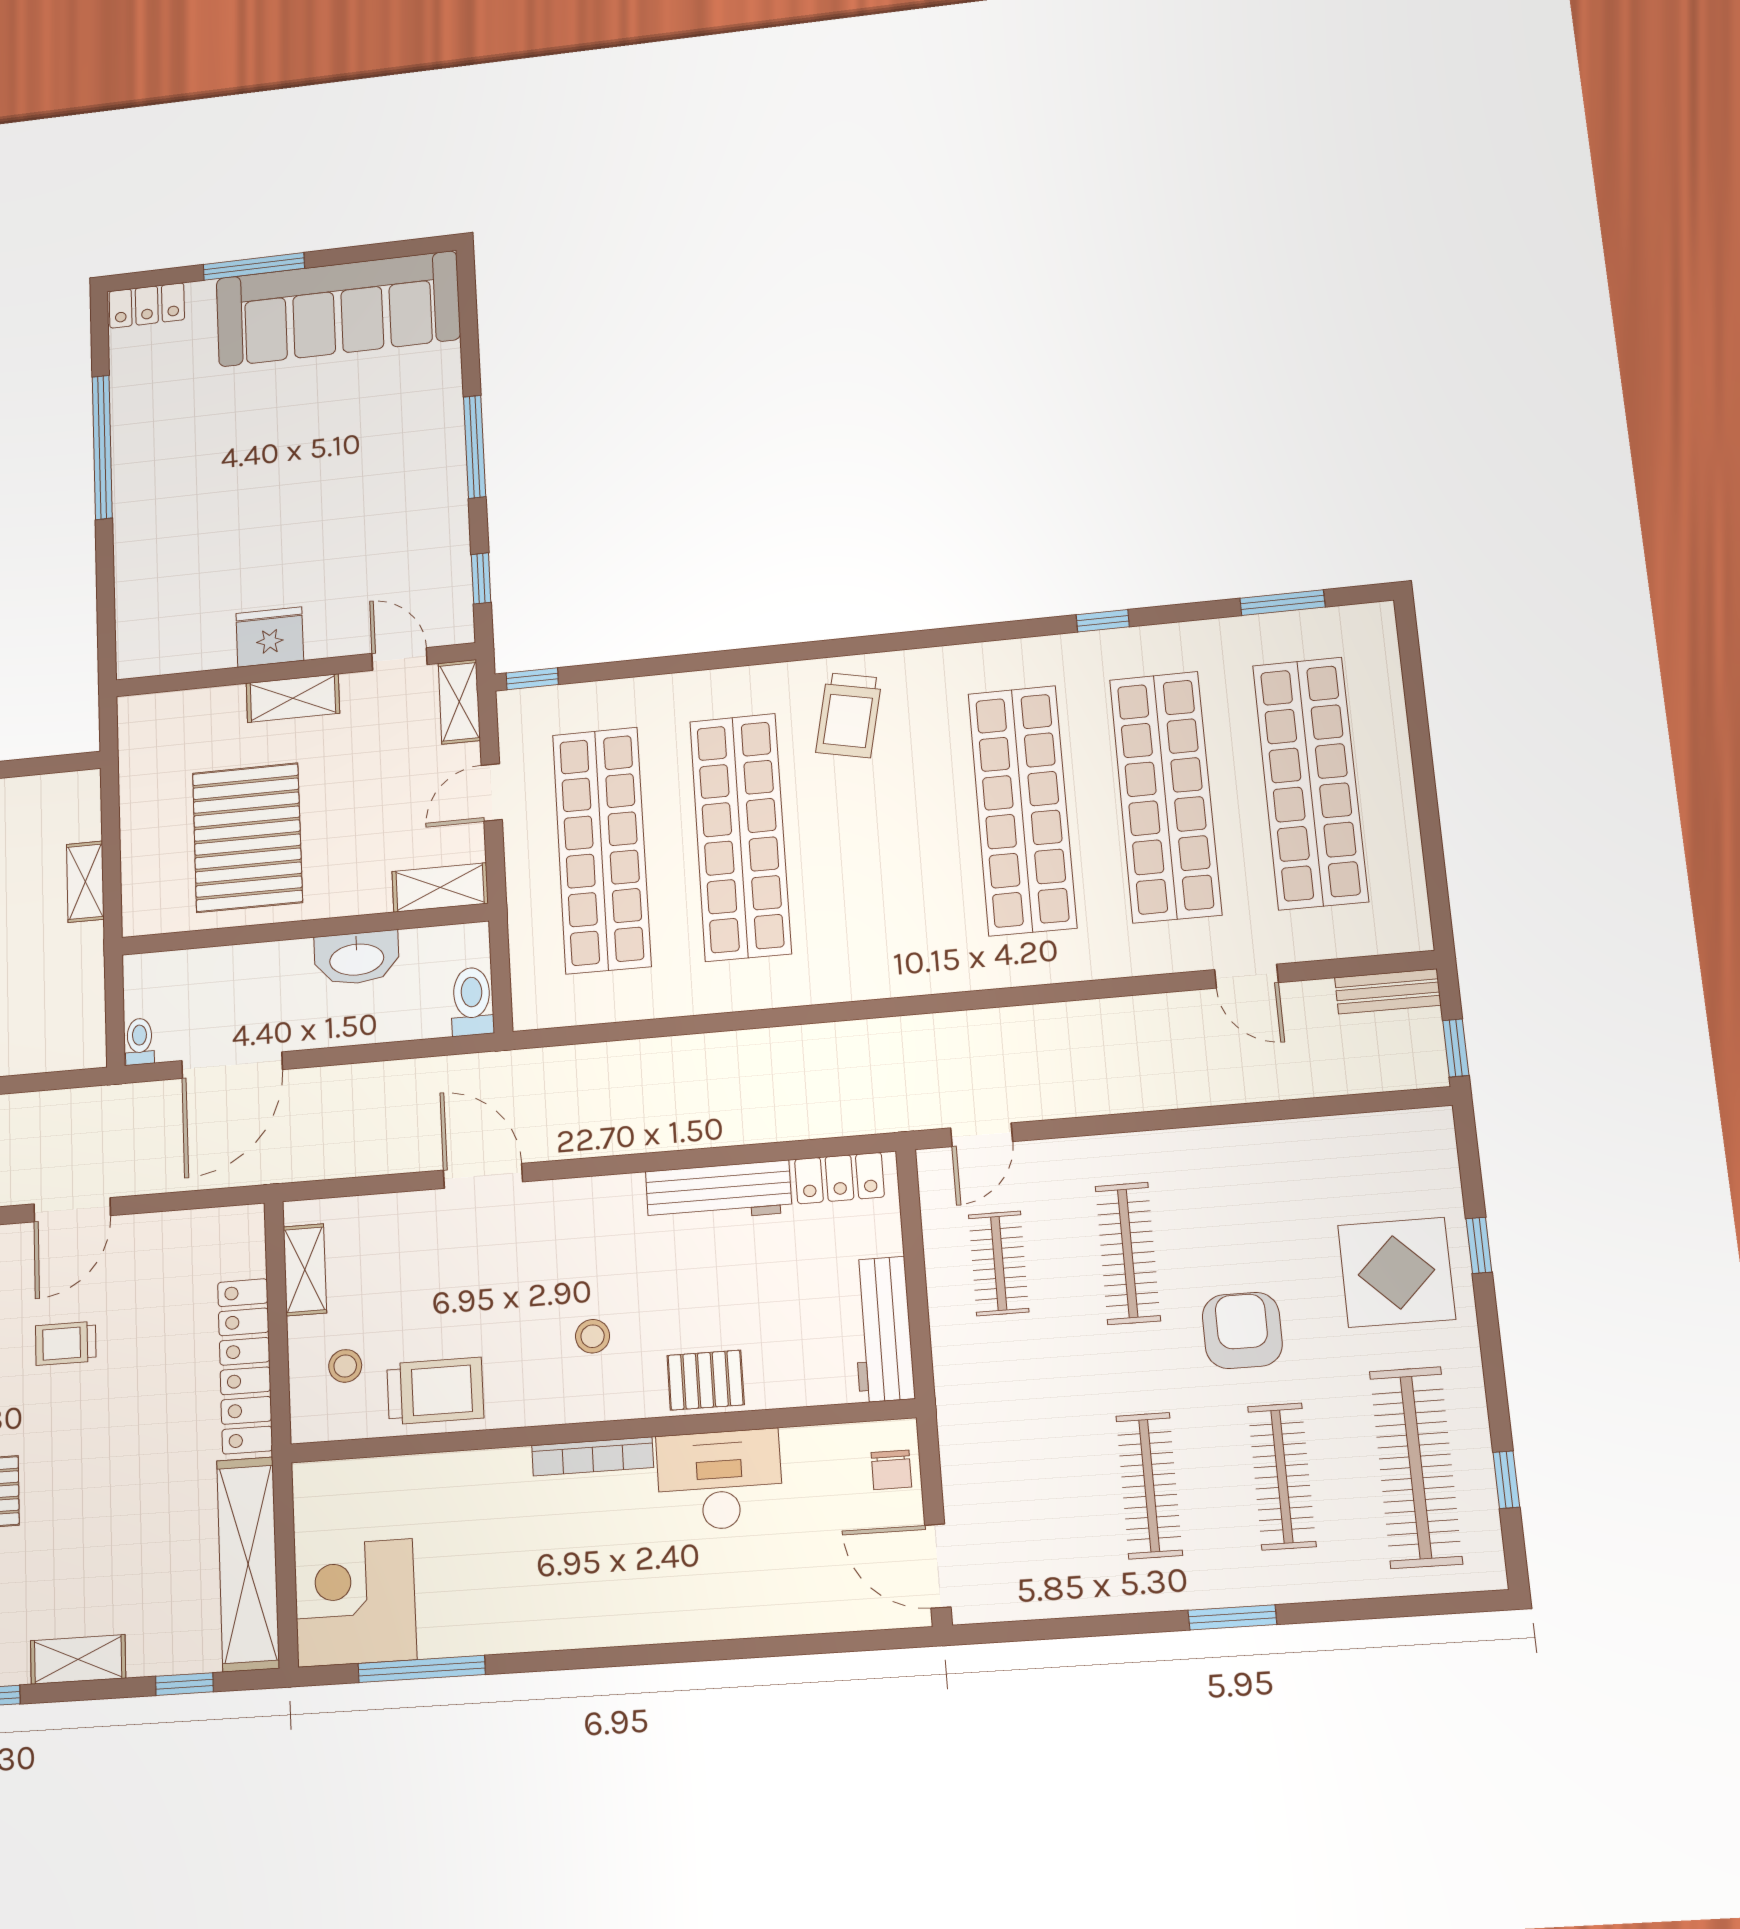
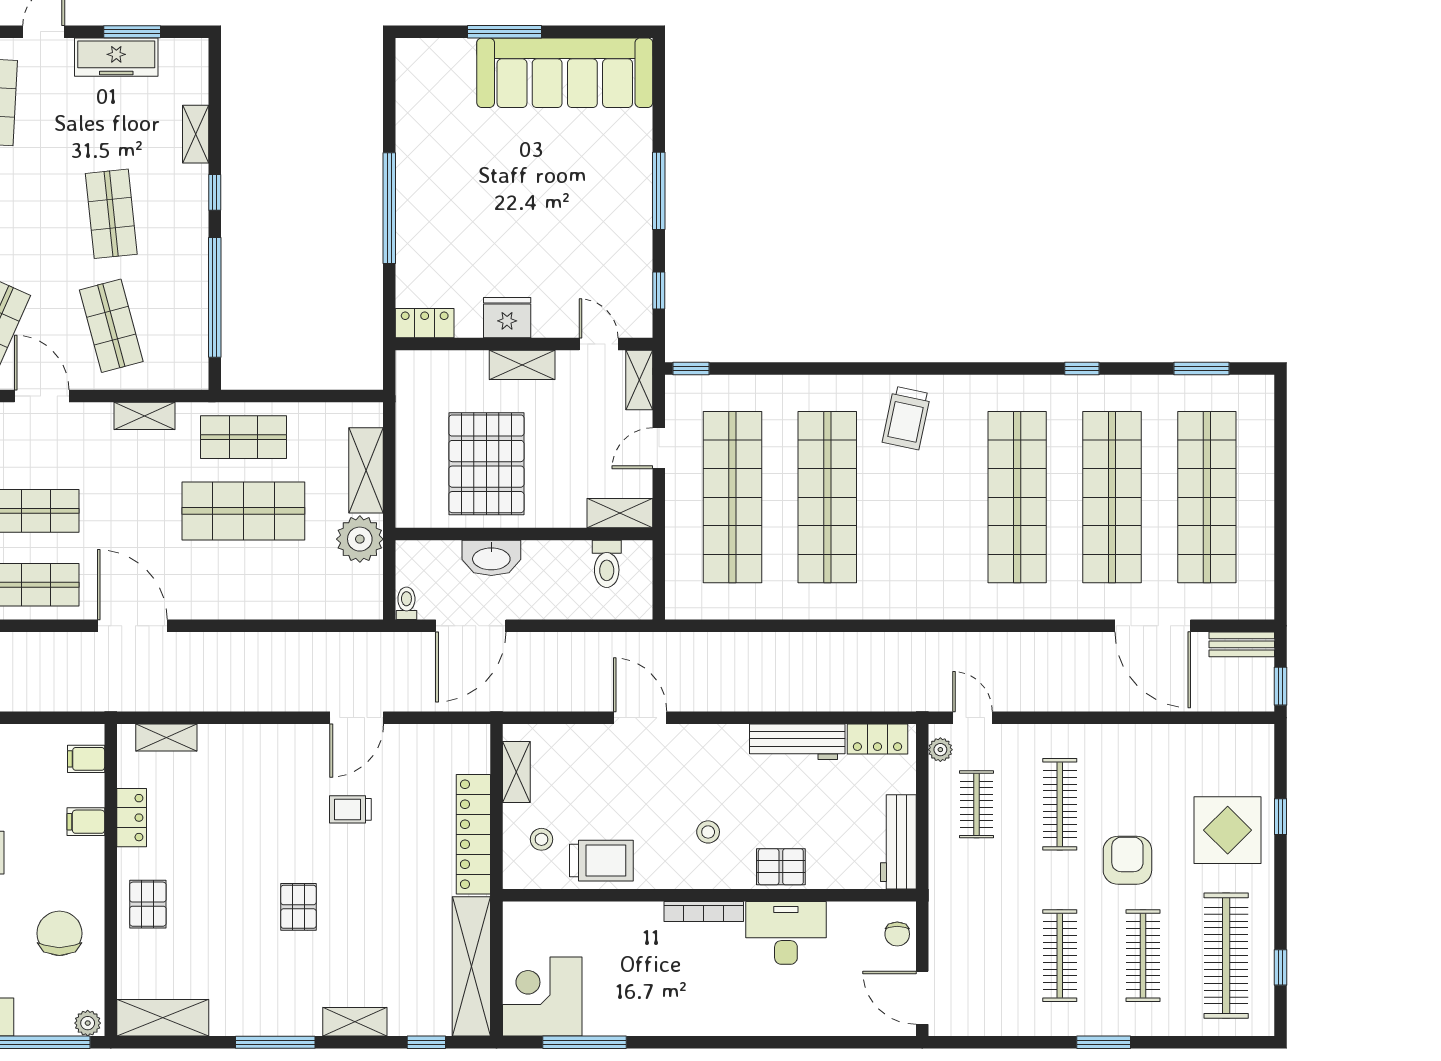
locker: (147, 305) -> (425, 323), moved, turned 180
window: (102, 447) -> (389, 208), moved
shelving: (85, 882) -> (366, 470), width x1.50, depth x1.33
plant: (72, 958) -> (360, 539), added
washbasin: (357, 958) -> (491, 558), moved
door: (1246, 976) -> (1153, 626), width x1.87
toilet: (472, 1001) -> (607, 564), moved, turned 180
door: (982, 1135) -> (972, 718), swing flipped
plant: (936, 1186) -> (940, 750), added

